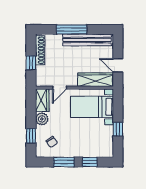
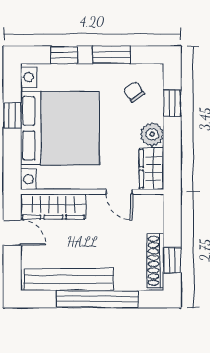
window: (72, 29) -> (97, 299), width x1.46
window: (31, 63) -> (172, 260), moved
door: (60, 88) -> (119, 192), swing flipped
bed with nightstands: (92, 107) -> (60, 128), width x1.85

